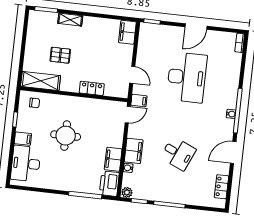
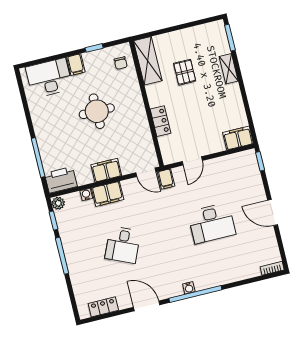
desk: (187, 77) -> (212, 223), width x0.73, depth x0.77
filing cabinet: (113, 159) -> (106, 170), moved

